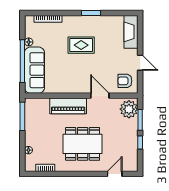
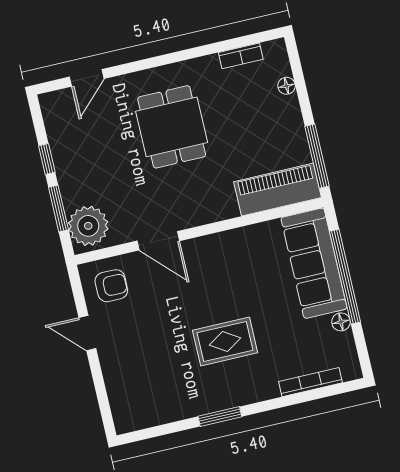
fireplace: (131, 32) -> (123, 396), removed
piano: (68, 106) -> (278, 190), moved
dining table: (83, 144) -> (172, 127), width x0.73

